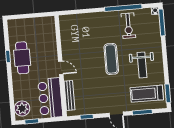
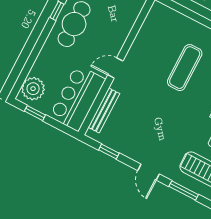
exercise mat: (111, 59) -> (185, 68), moved
door: (61, 68) -> (115, 68), swing flipped

